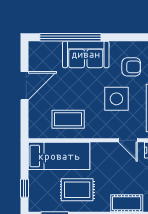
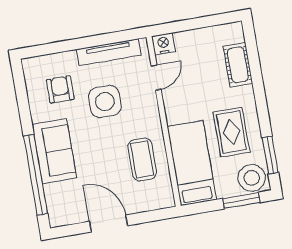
window: (24, 188) -> (241, 201), width x1.50
stool: (40, 199) -> (252, 178), added

